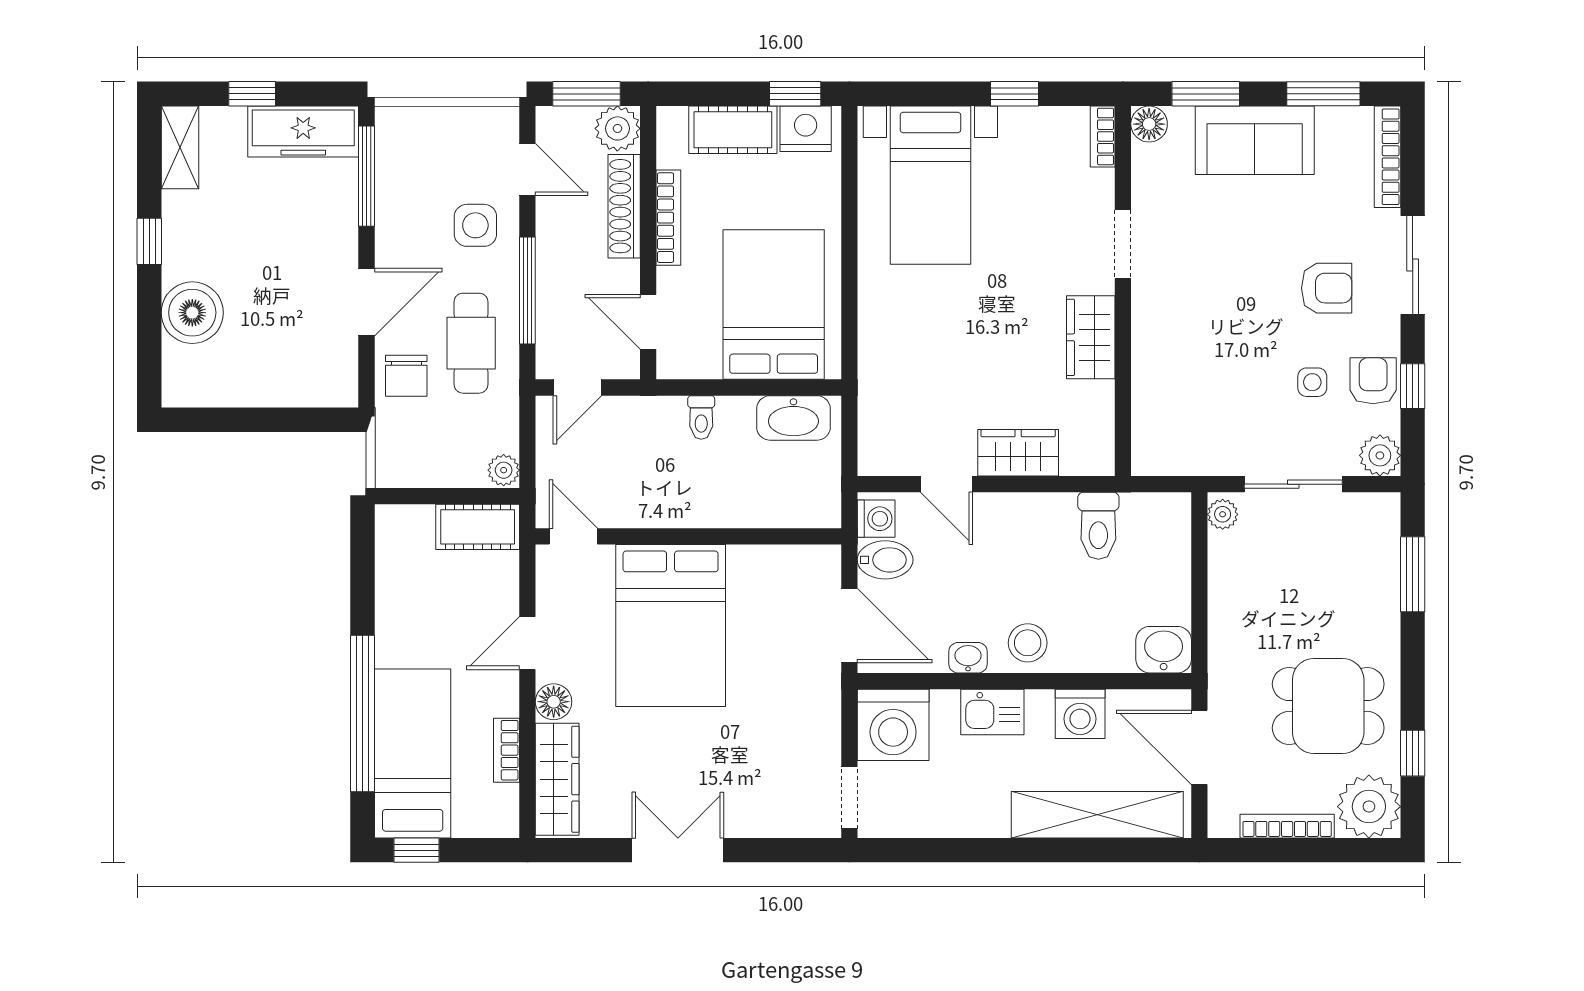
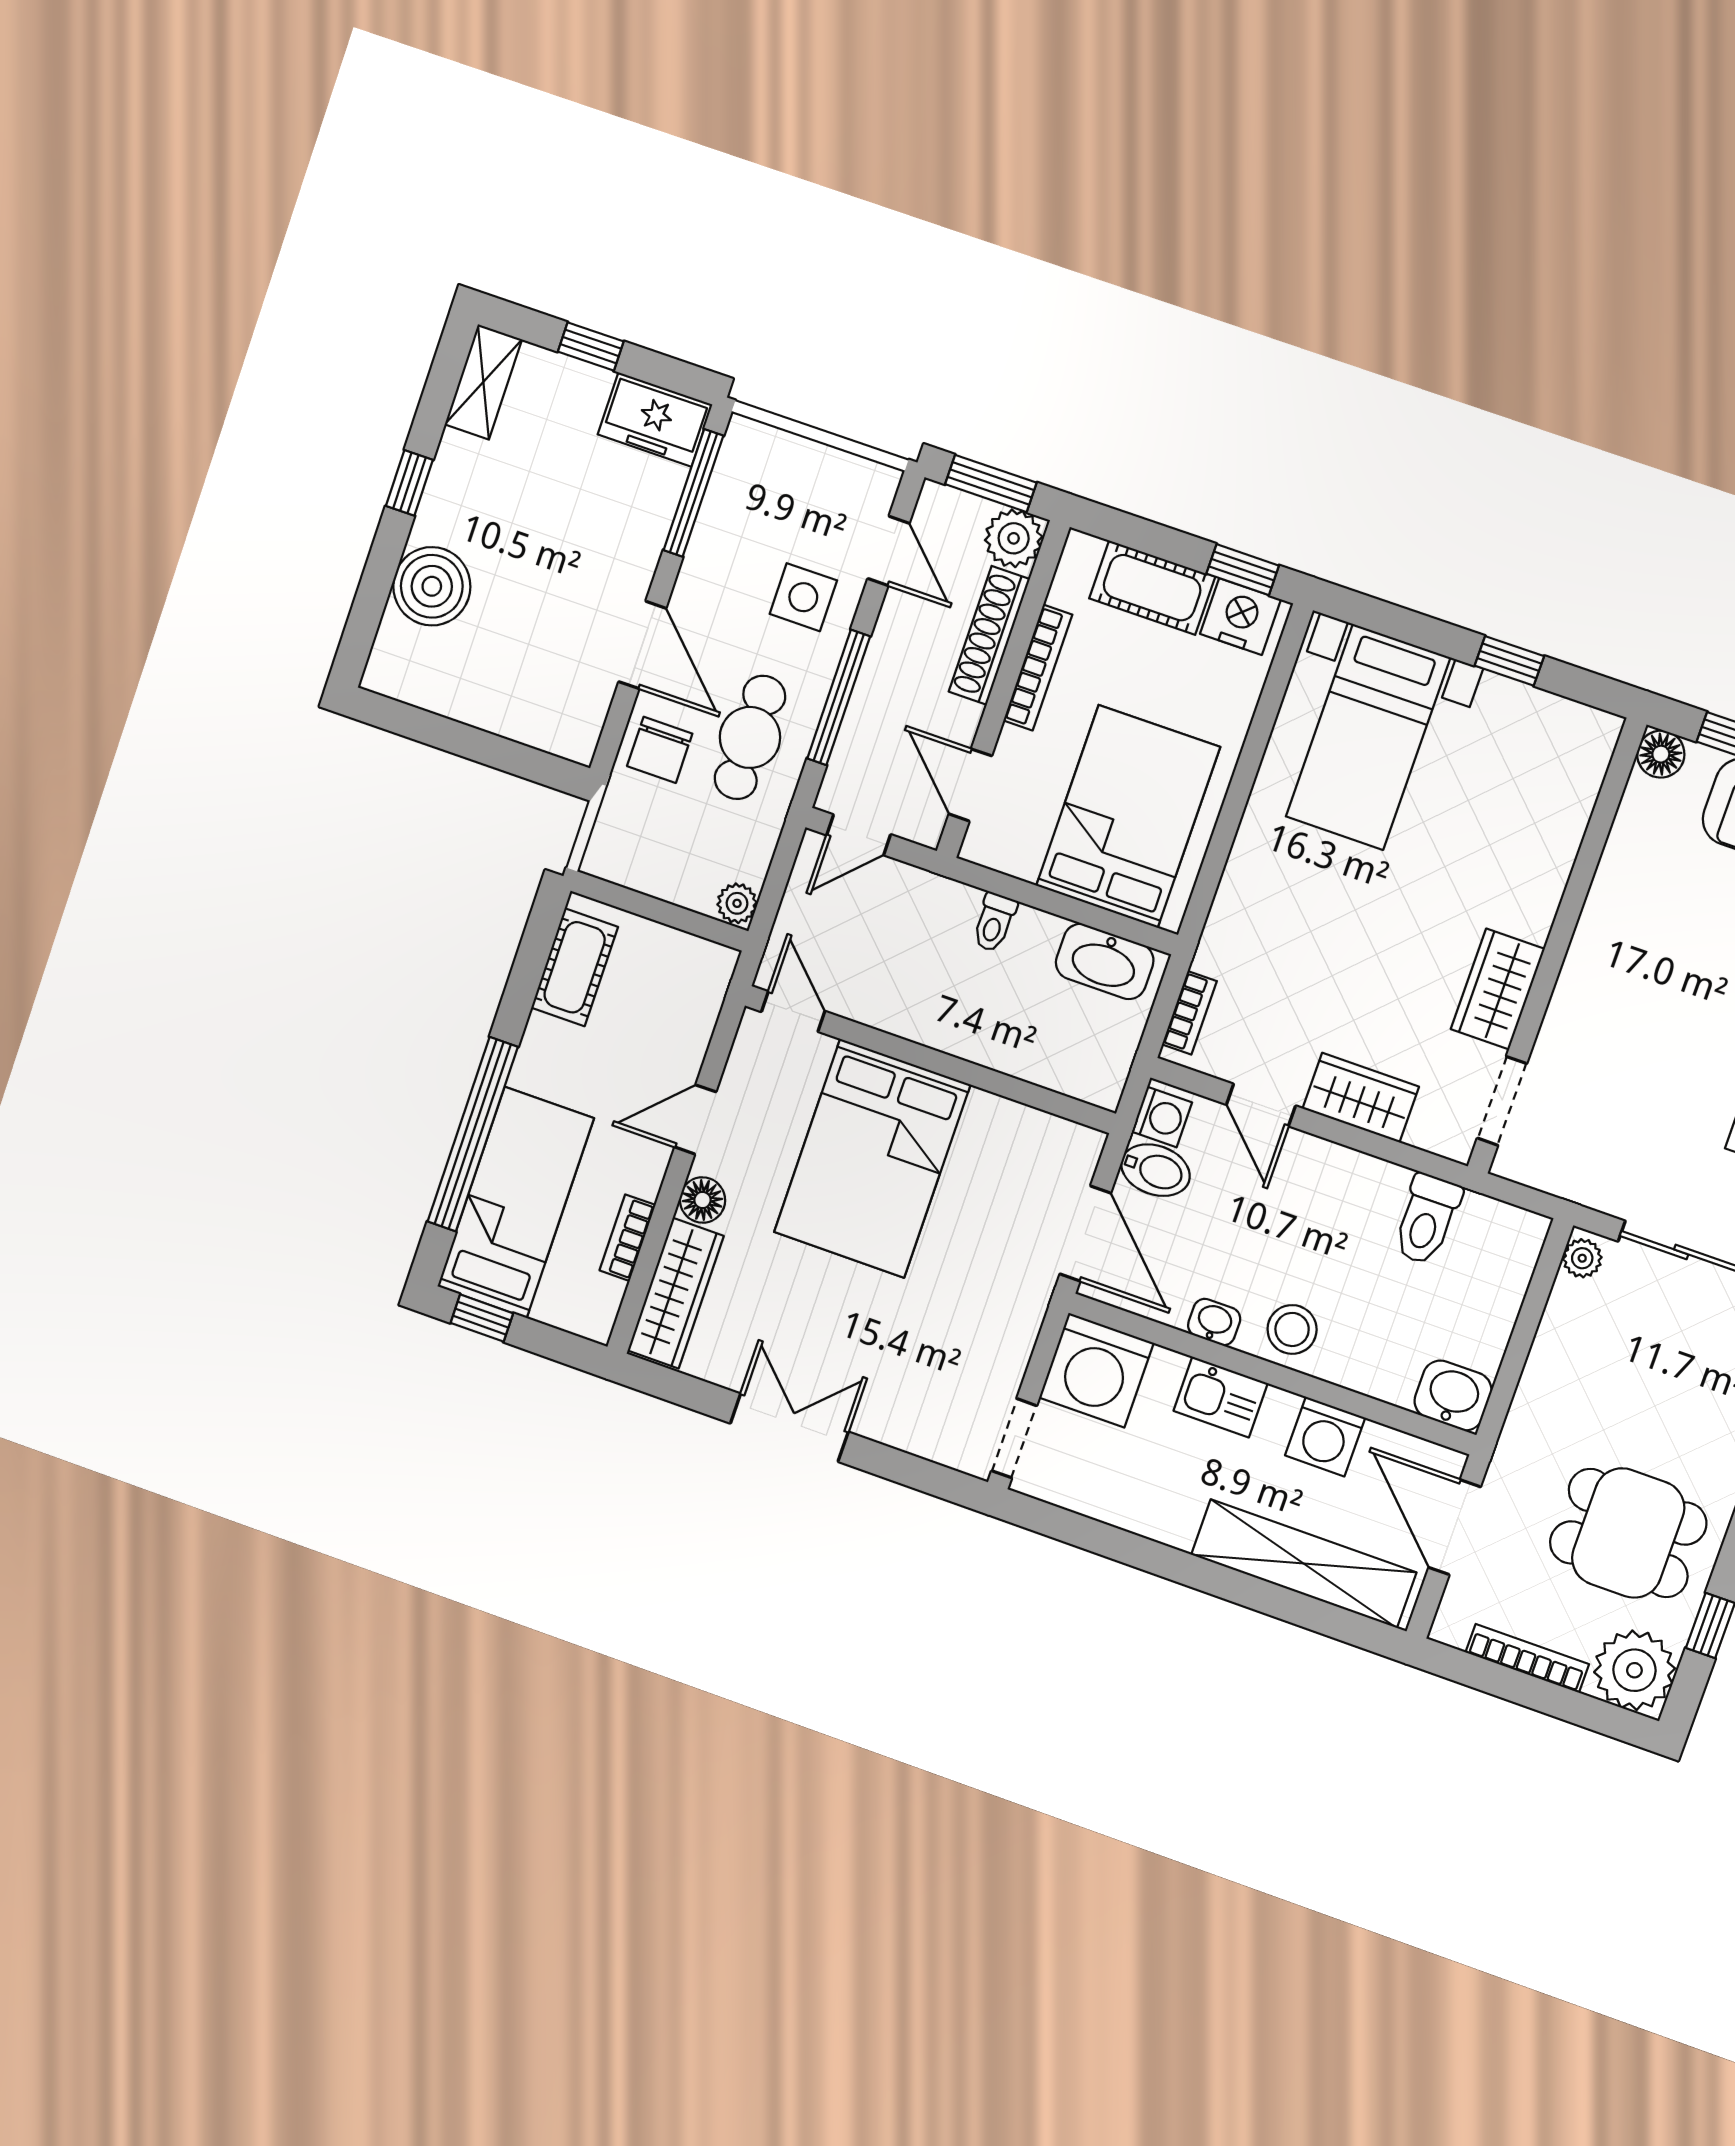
freezer: (303, 132) -> (655, 419), width x0.71
bookcase: (1103, 136) -> (1189, 1013), moved, turned 180
doorway: (1123, 244) -> (1502, 1101), moved
door: (367, 302) -> (642, 645), hinge flipped
cot: (478, 527) -> (575, 967), moved, turned 90

